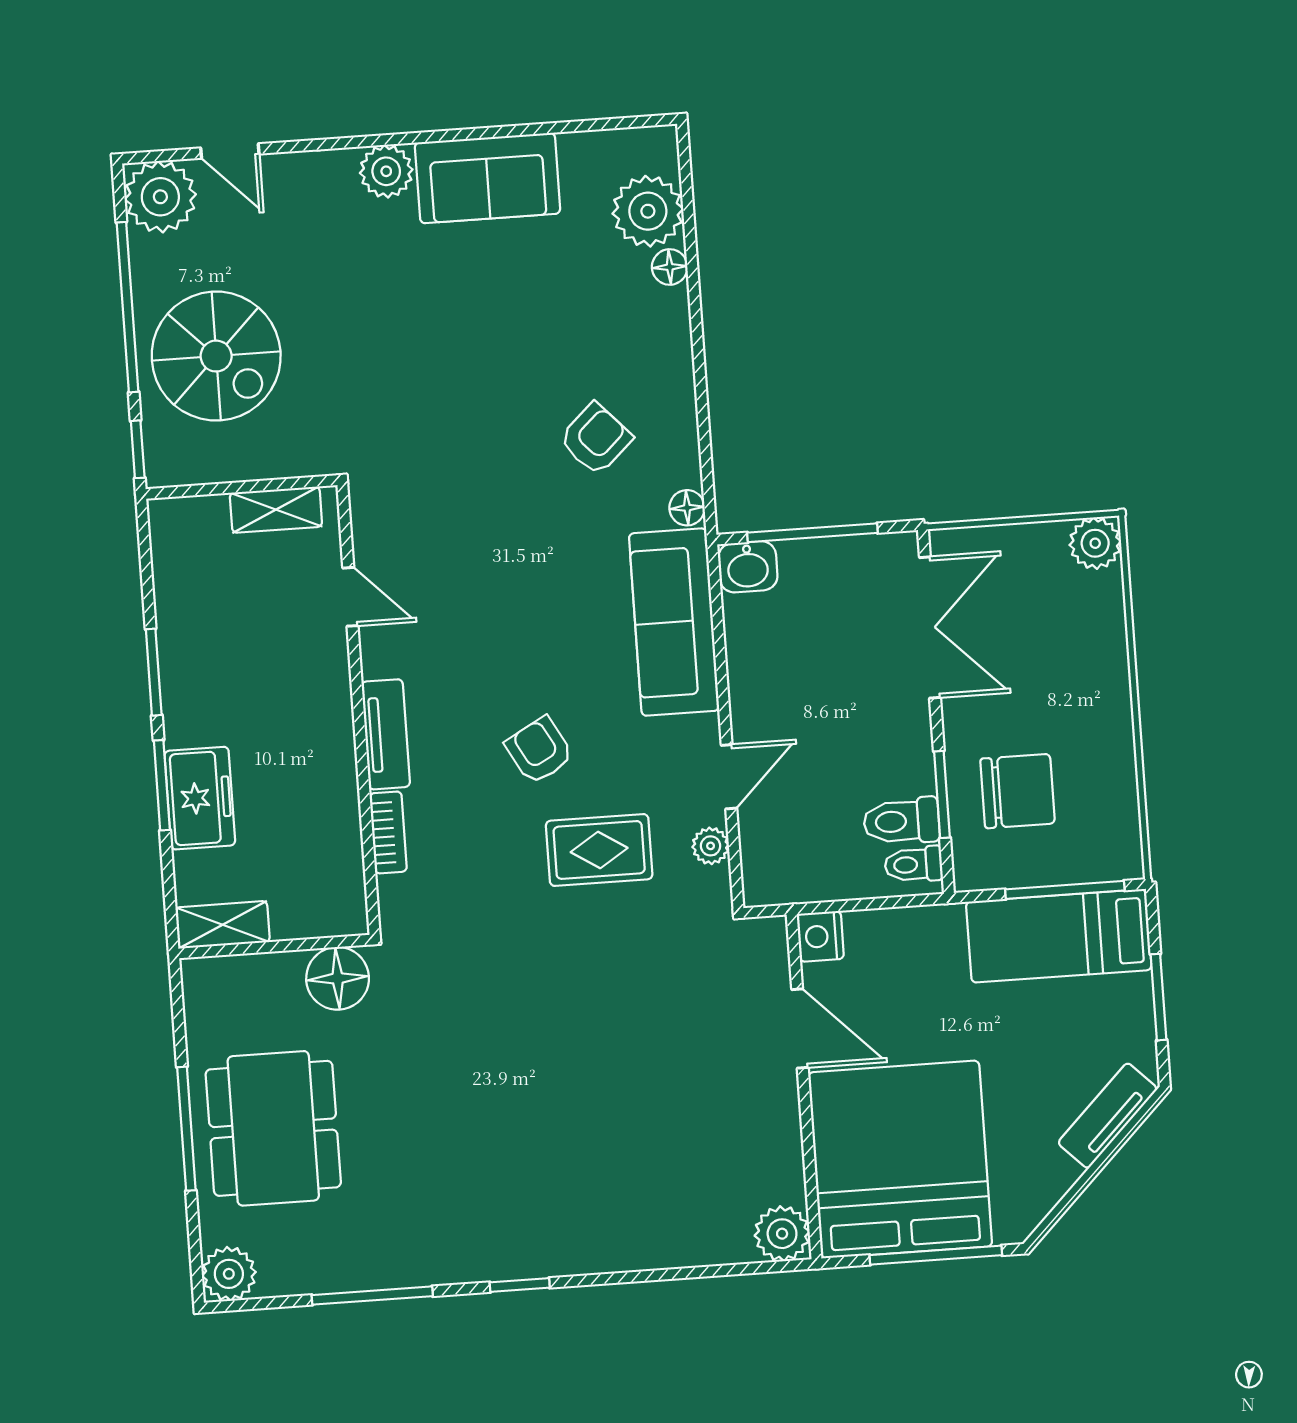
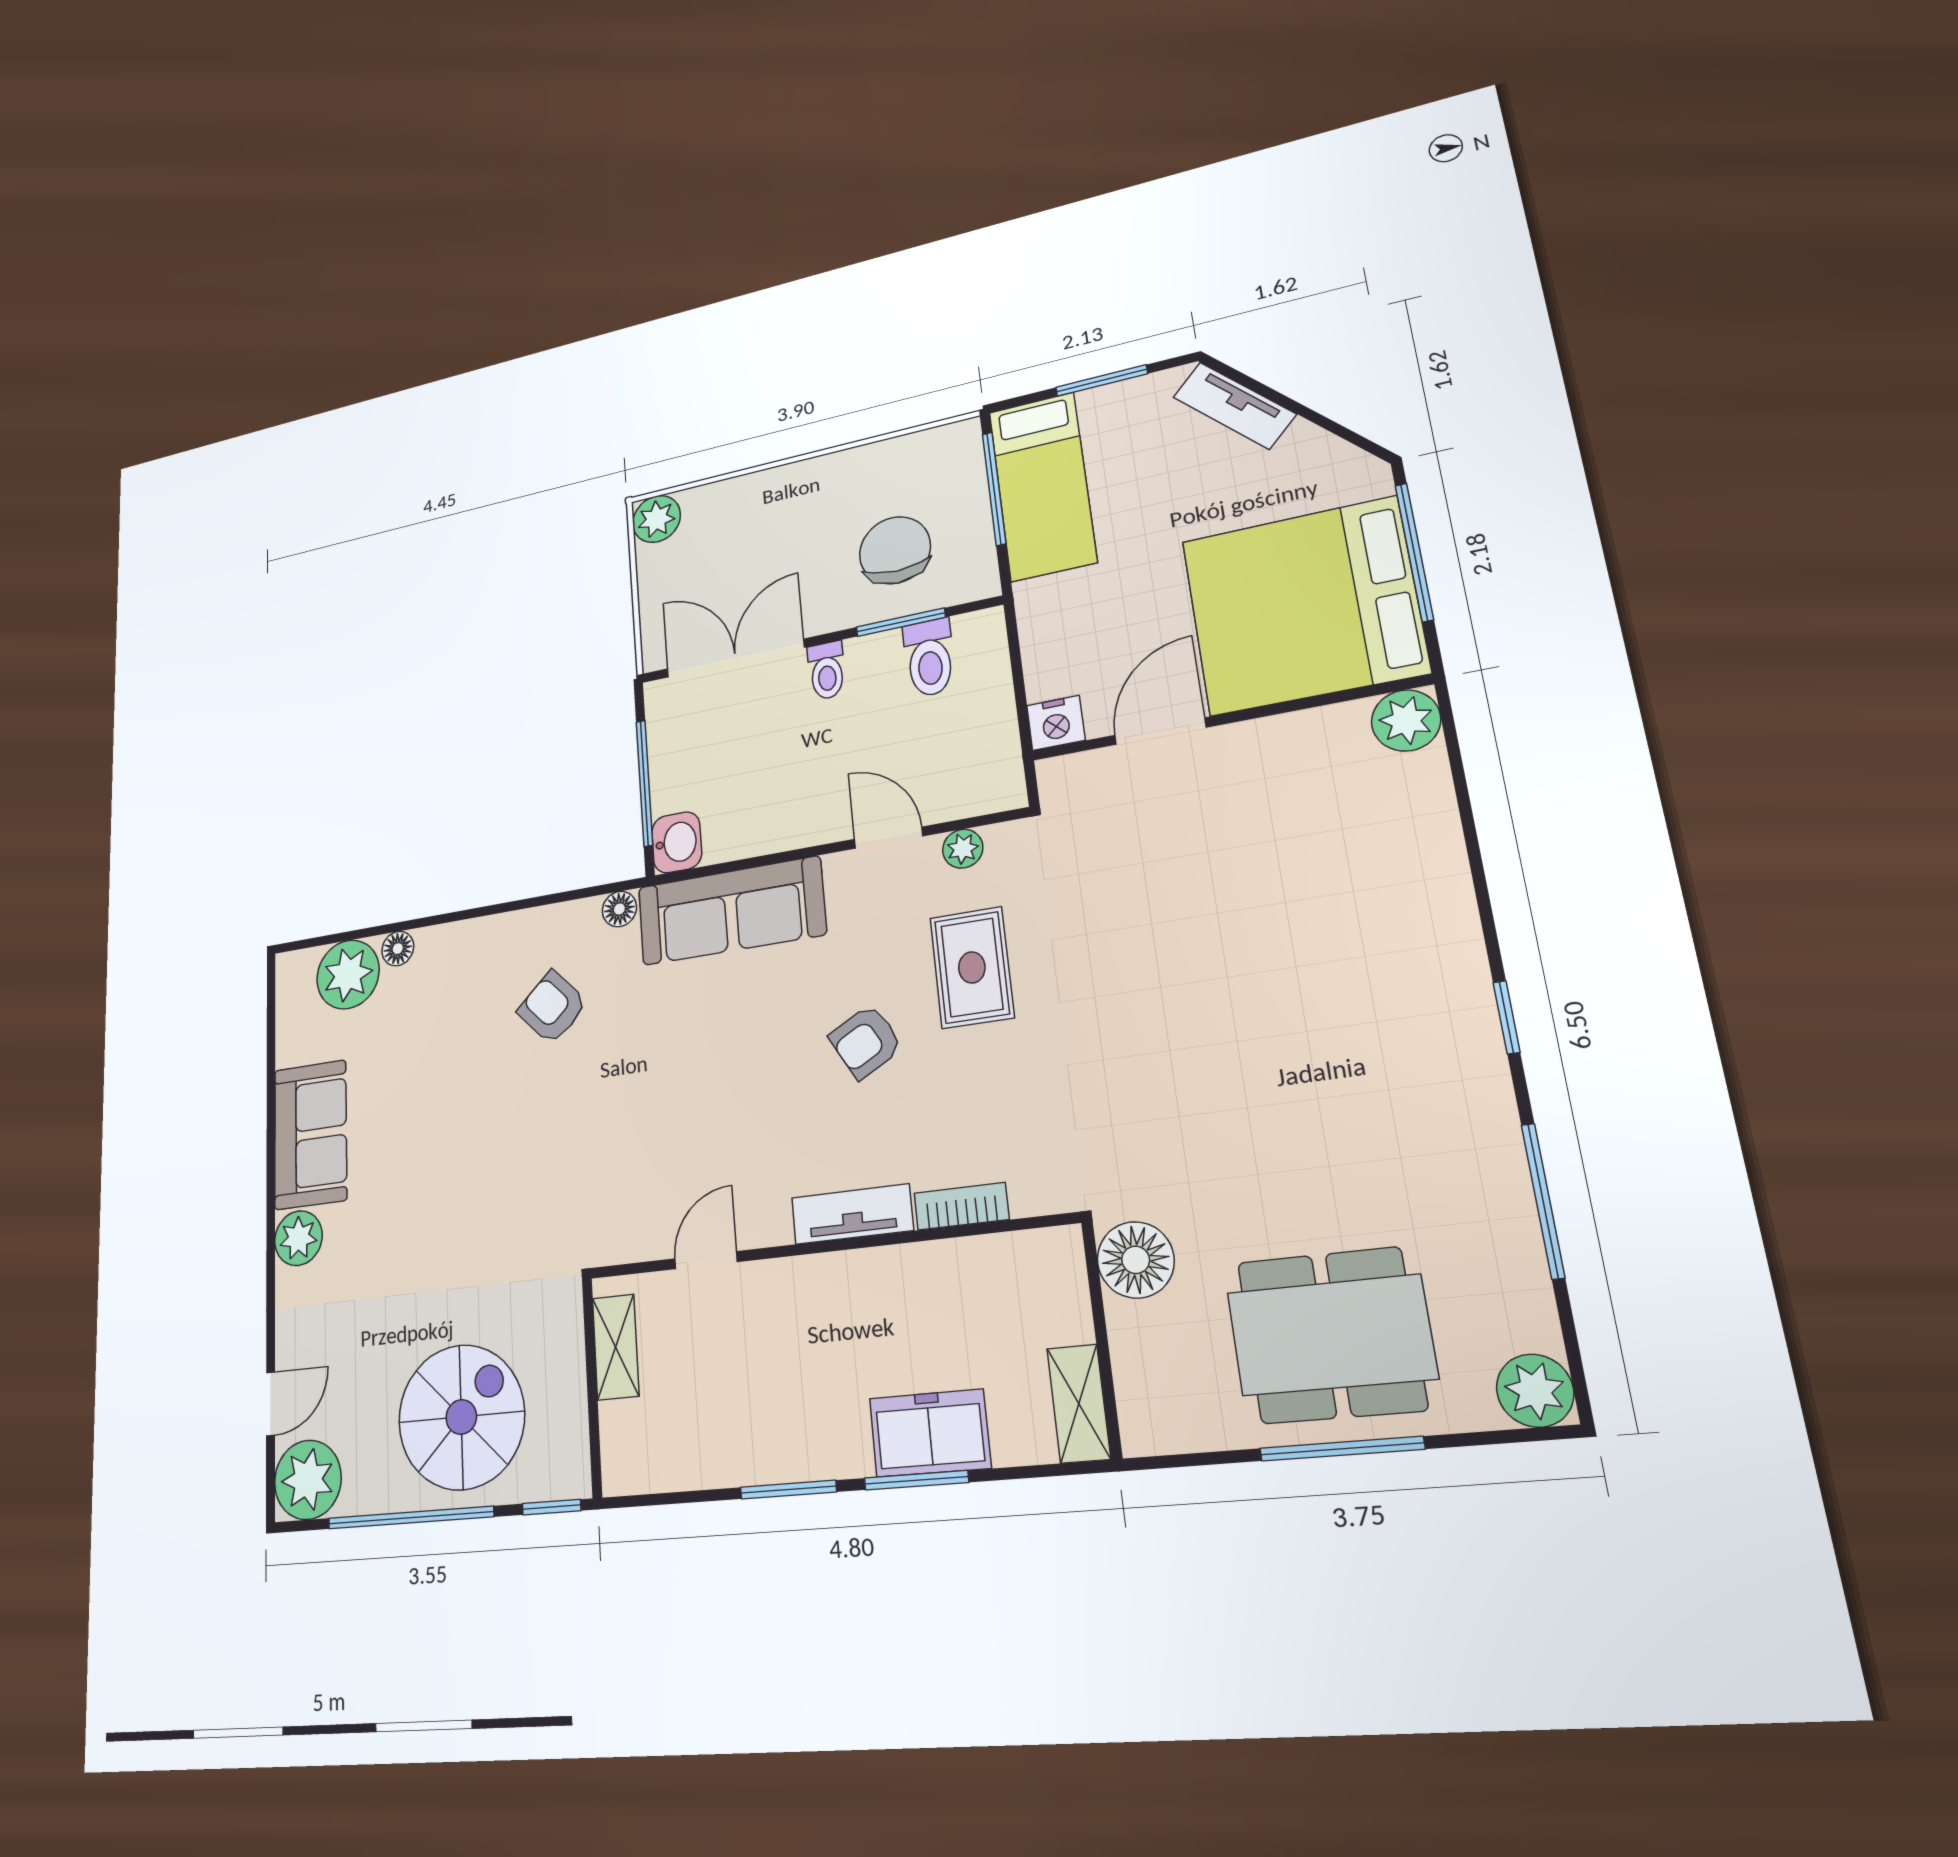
toilet: (914, 864) -> (827, 671), moved

